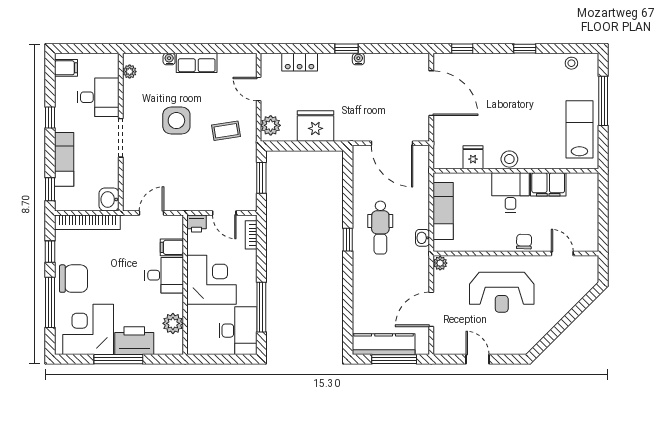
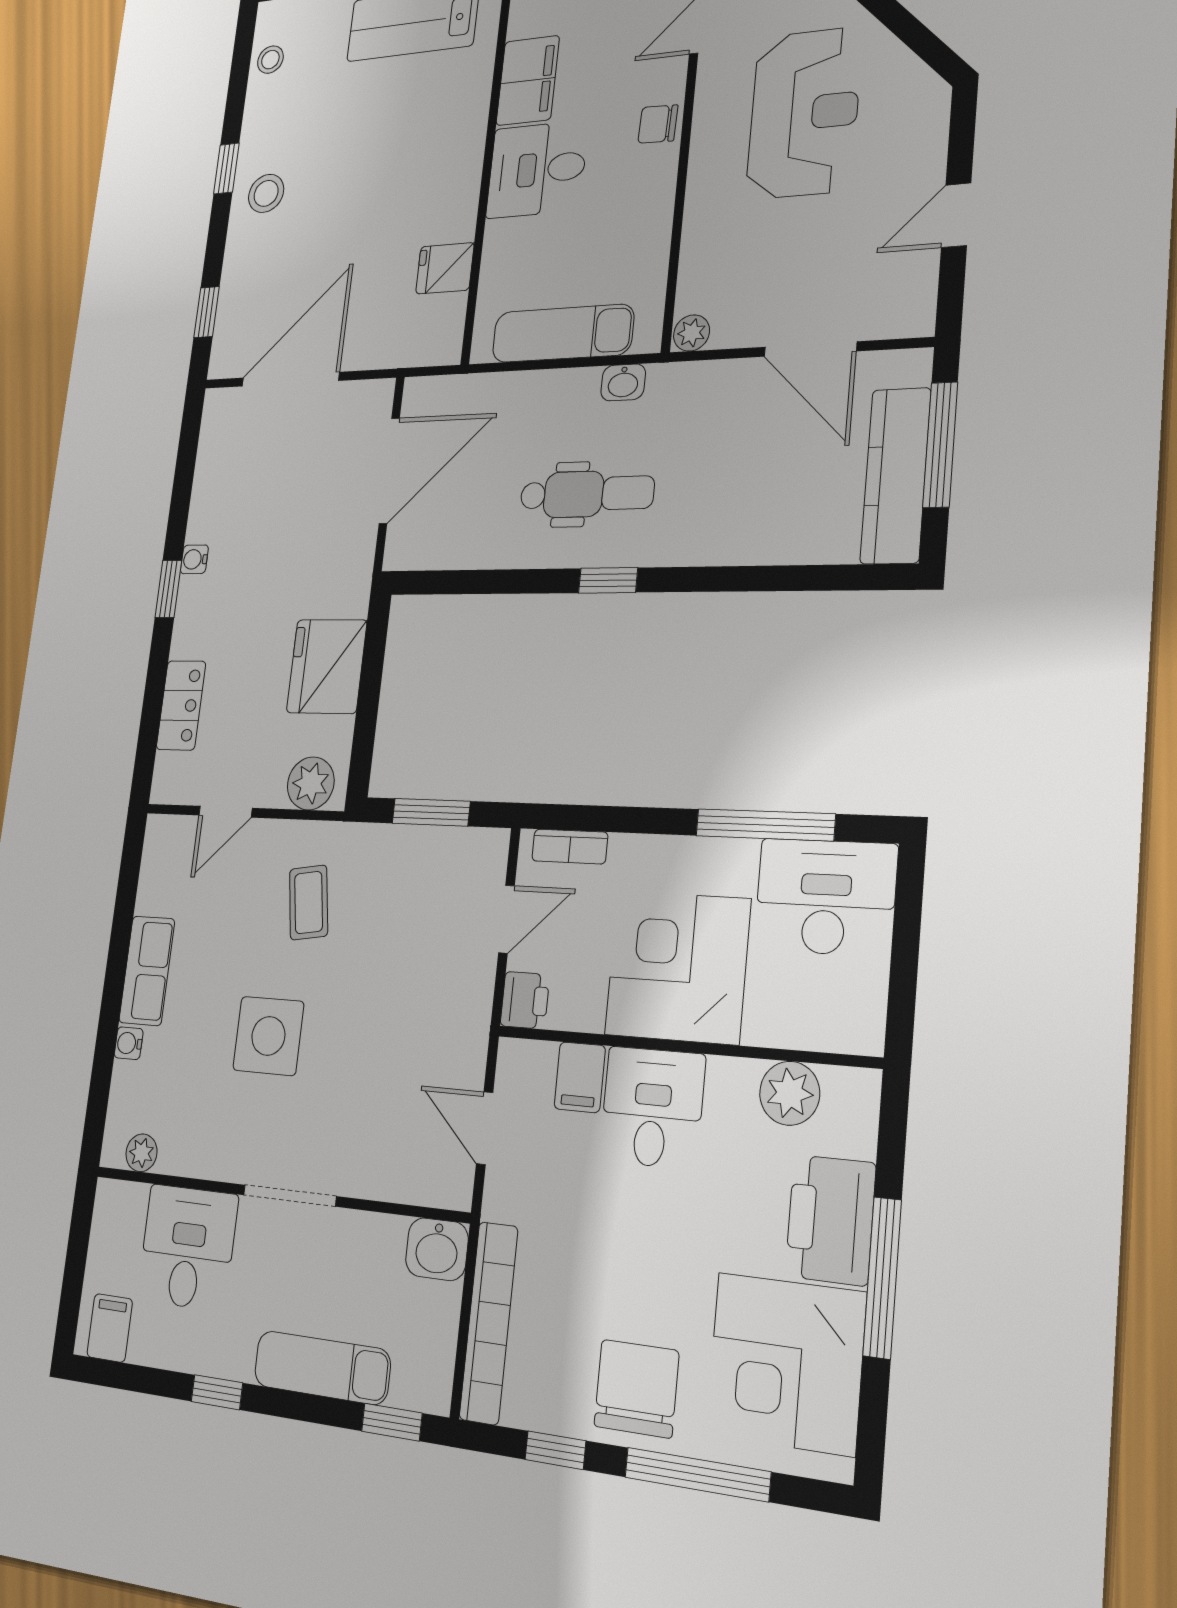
stool: (509, 159) -> (266, 193), moved
reception desk: (502, 292) -> (804, 113), moved

